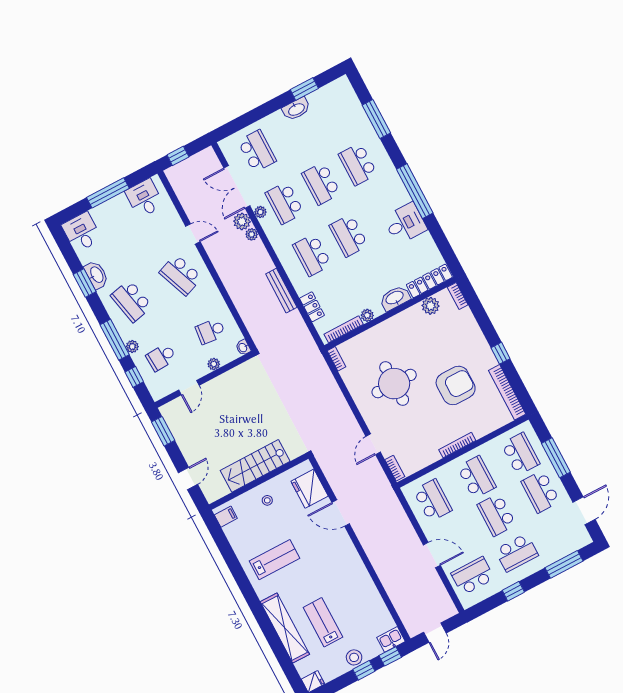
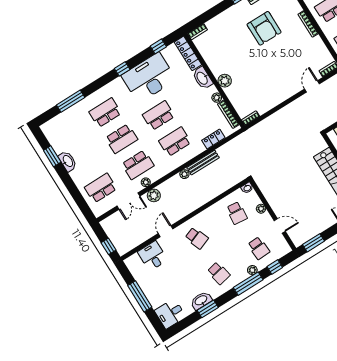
school desk: (358, 164) -> (105, 113), turned 180
double door: (237, 187) -> (128, 201), width x0.73
window: (415, 191) -> (122, 69), width x0.32
desk: (144, 198) -> (153, 256), moved, turned 90
desk: (405, 224) -> (149, 78), width x1.87, depth x1.30
plant: (252, 234) -> (184, 174), moved
school desk: (349, 236) -> (159, 116), turned 180
window: (442, 242) -> (158, 46), added
school desk: (312, 255) -> (175, 142), turned 180
school desk: (181, 275) -> (197, 238), width x0.54
school desk: (131, 301) -> (219, 273), width x0.54
plant: (431, 306) -> (225, 81), moved
round table: (394, 384) -> (266, 74), removed
armchair: (456, 385) -> (264, 28), turned 180
door: (373, 444) -> (312, 86), swing flipped

